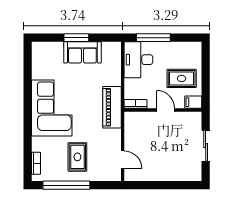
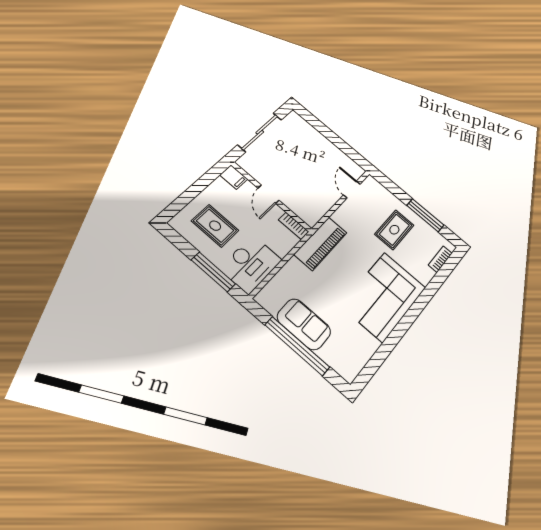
window: (76, 38) -> (297, 346), width x2.11
rug: (182, 78) -> (215, 226), moved
sliding door: (206, 146) -> (260, 132), width x1.37
window: (66, 185) -> (425, 215), width x0.68

